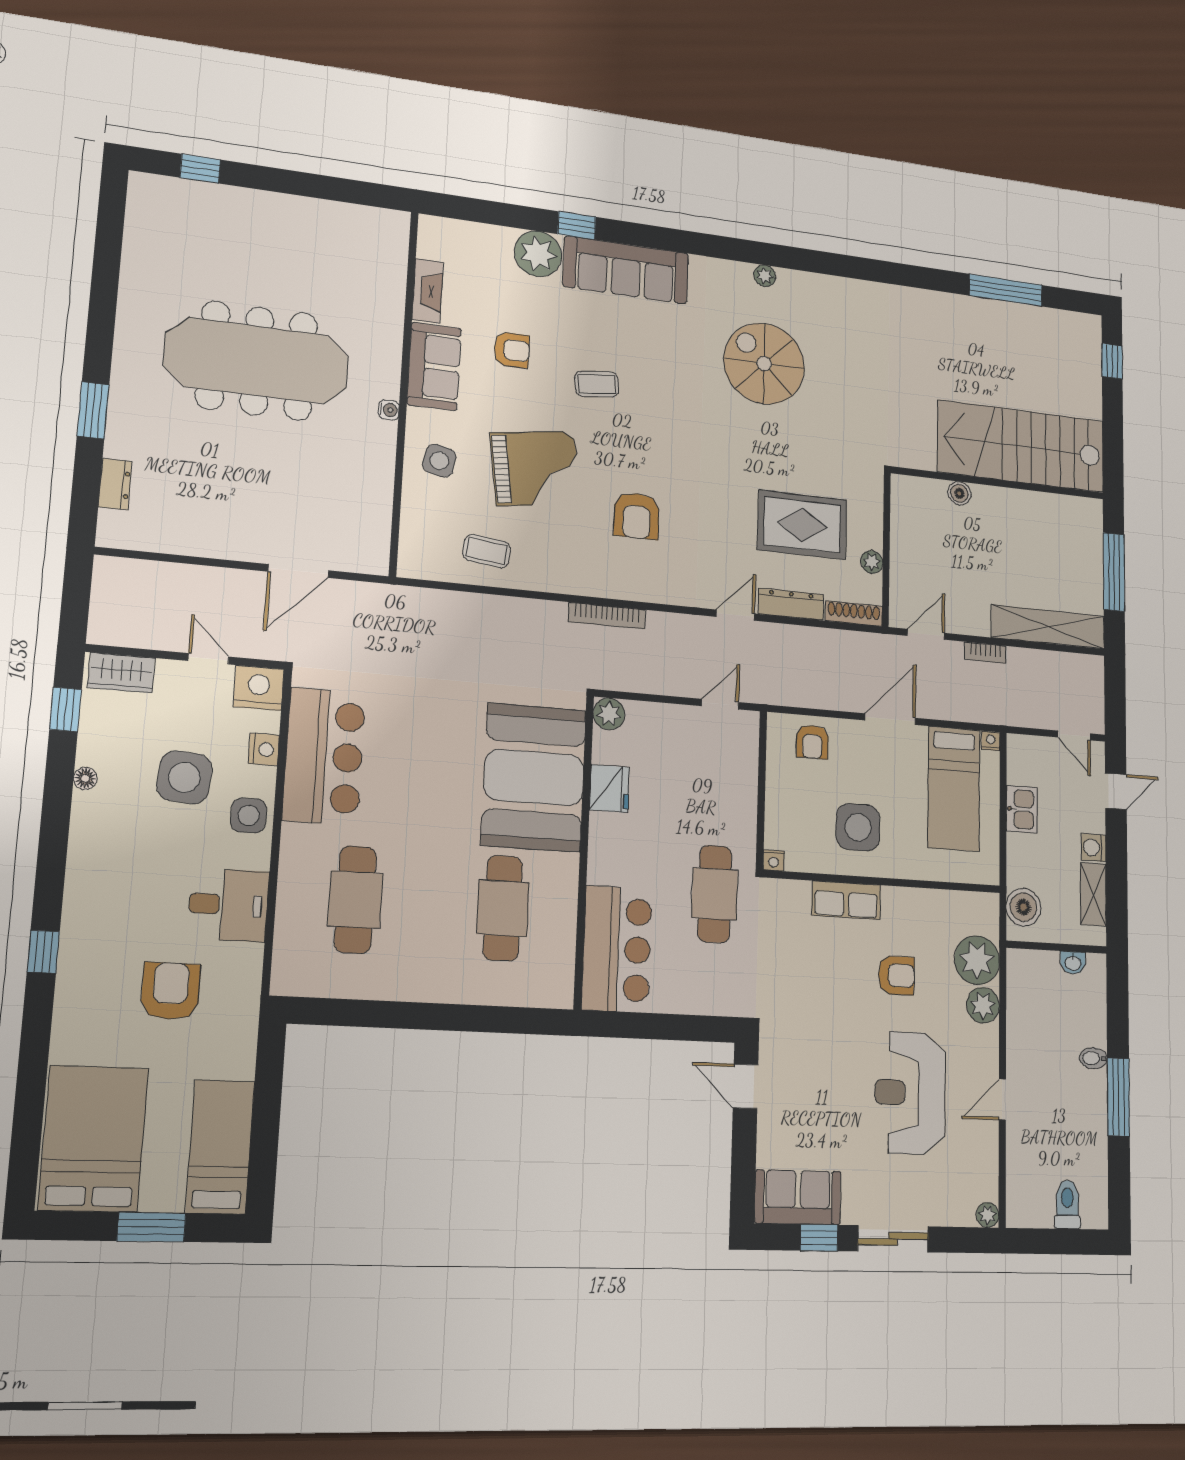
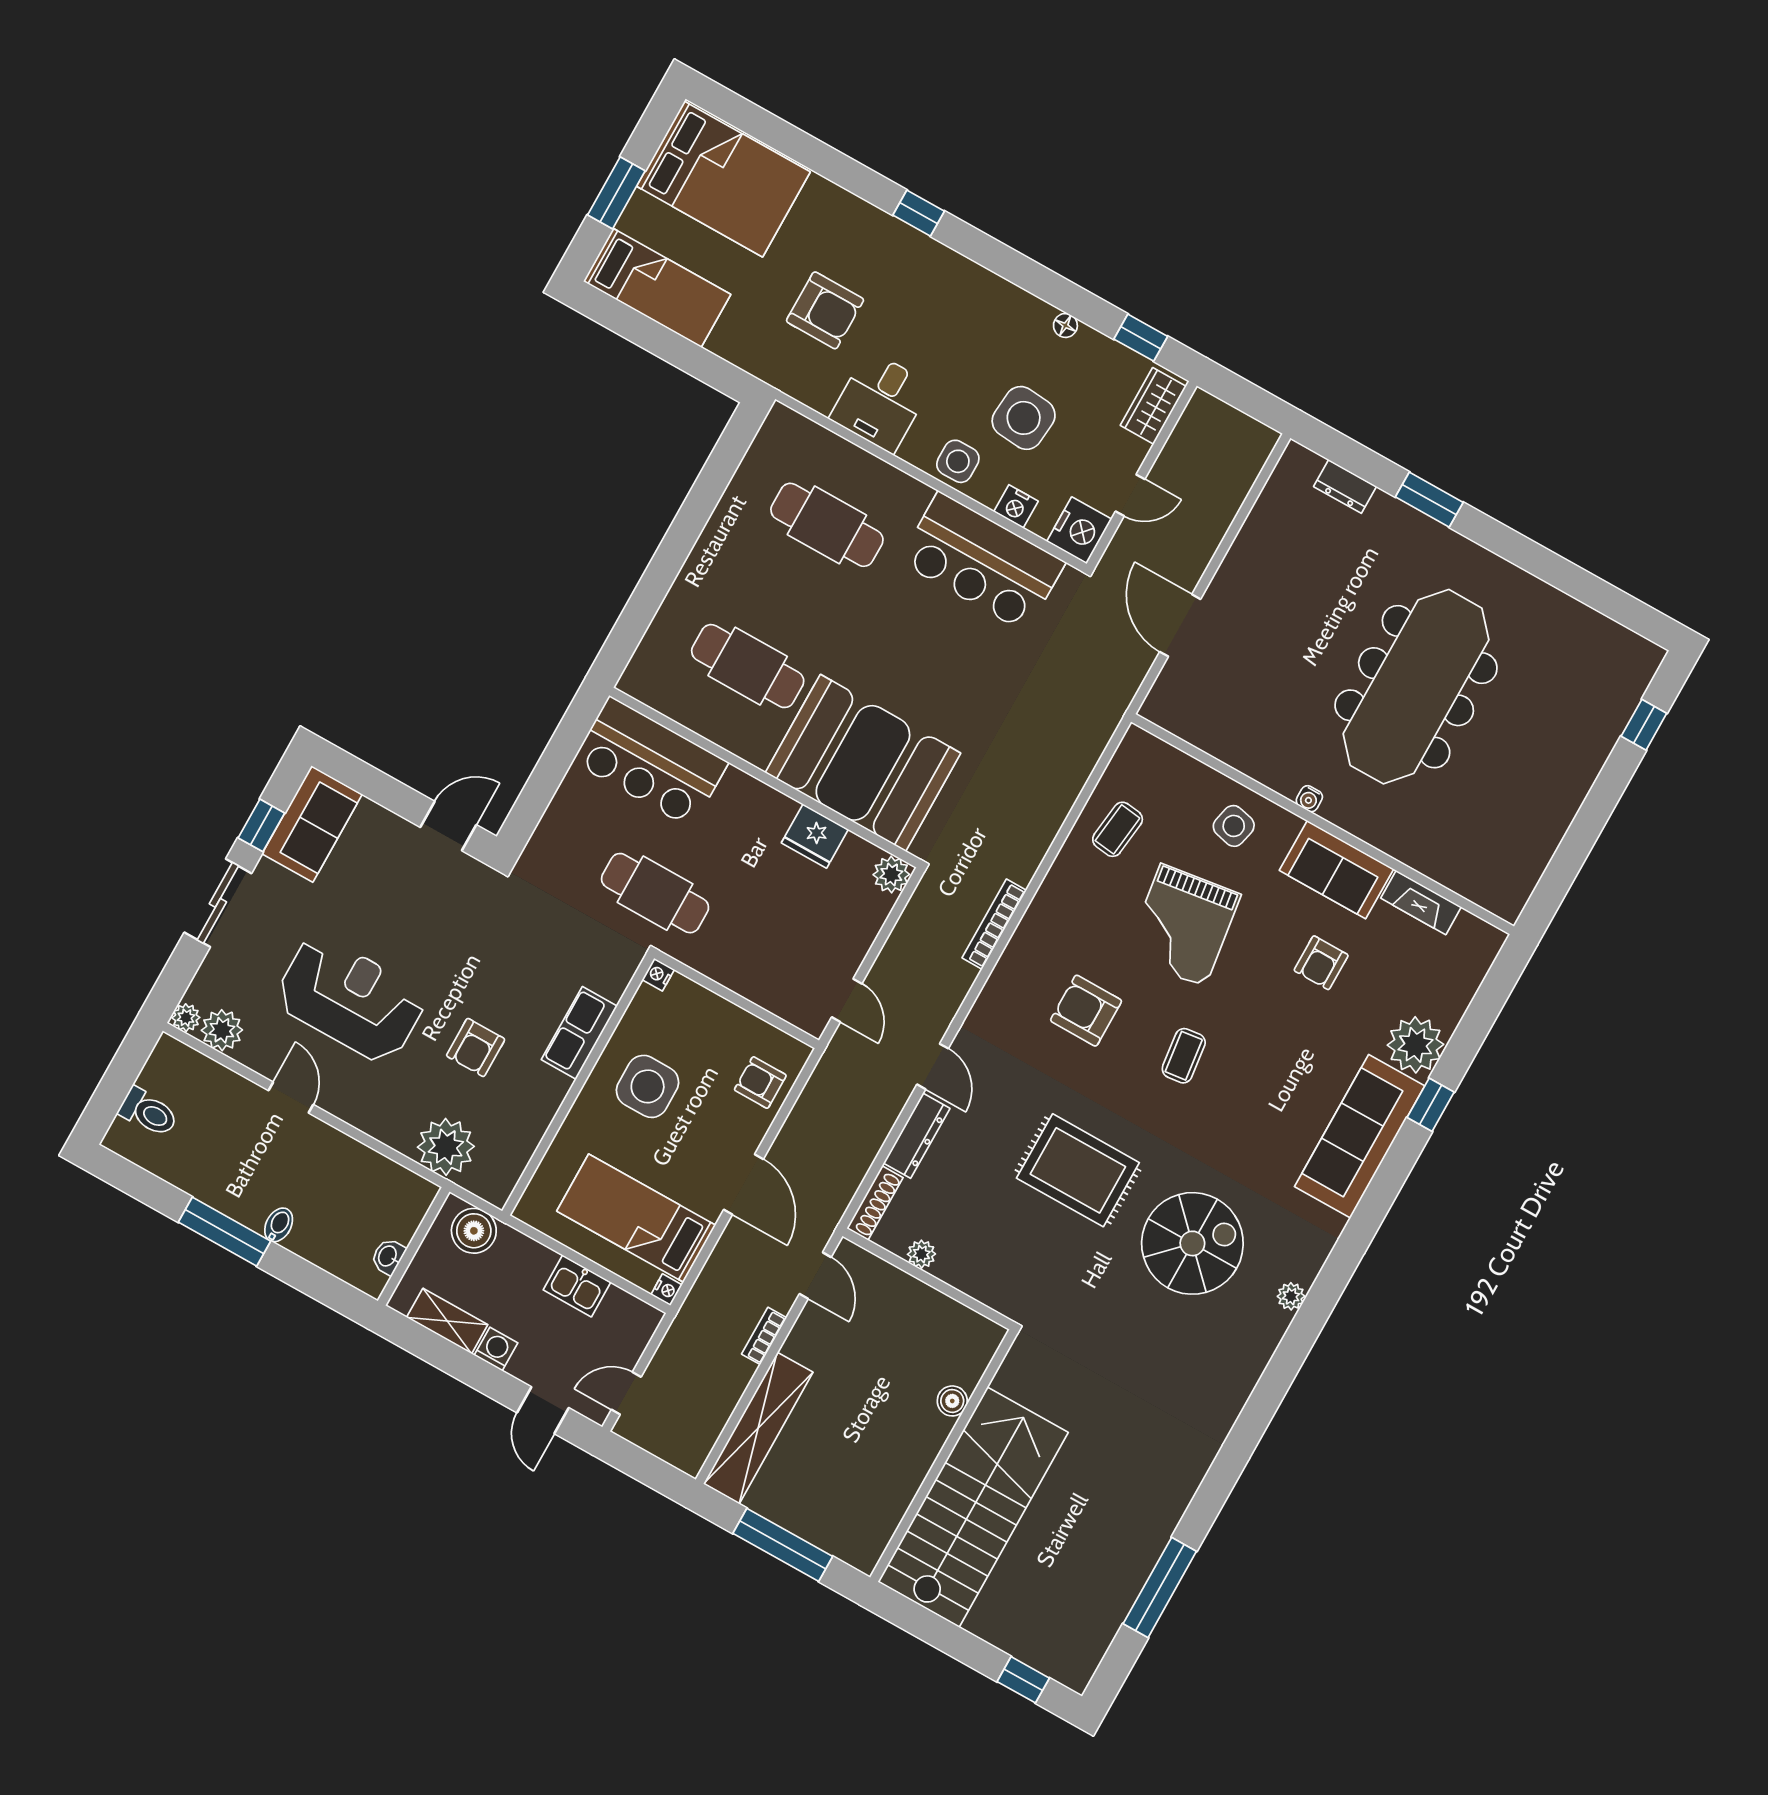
coffee table: (597, 384) -> (1184, 1056), moved
rug: (802, 525) -> (1078, 1170), moved, turned 90
plant: (983, 1005) -> (222, 1030), moved

